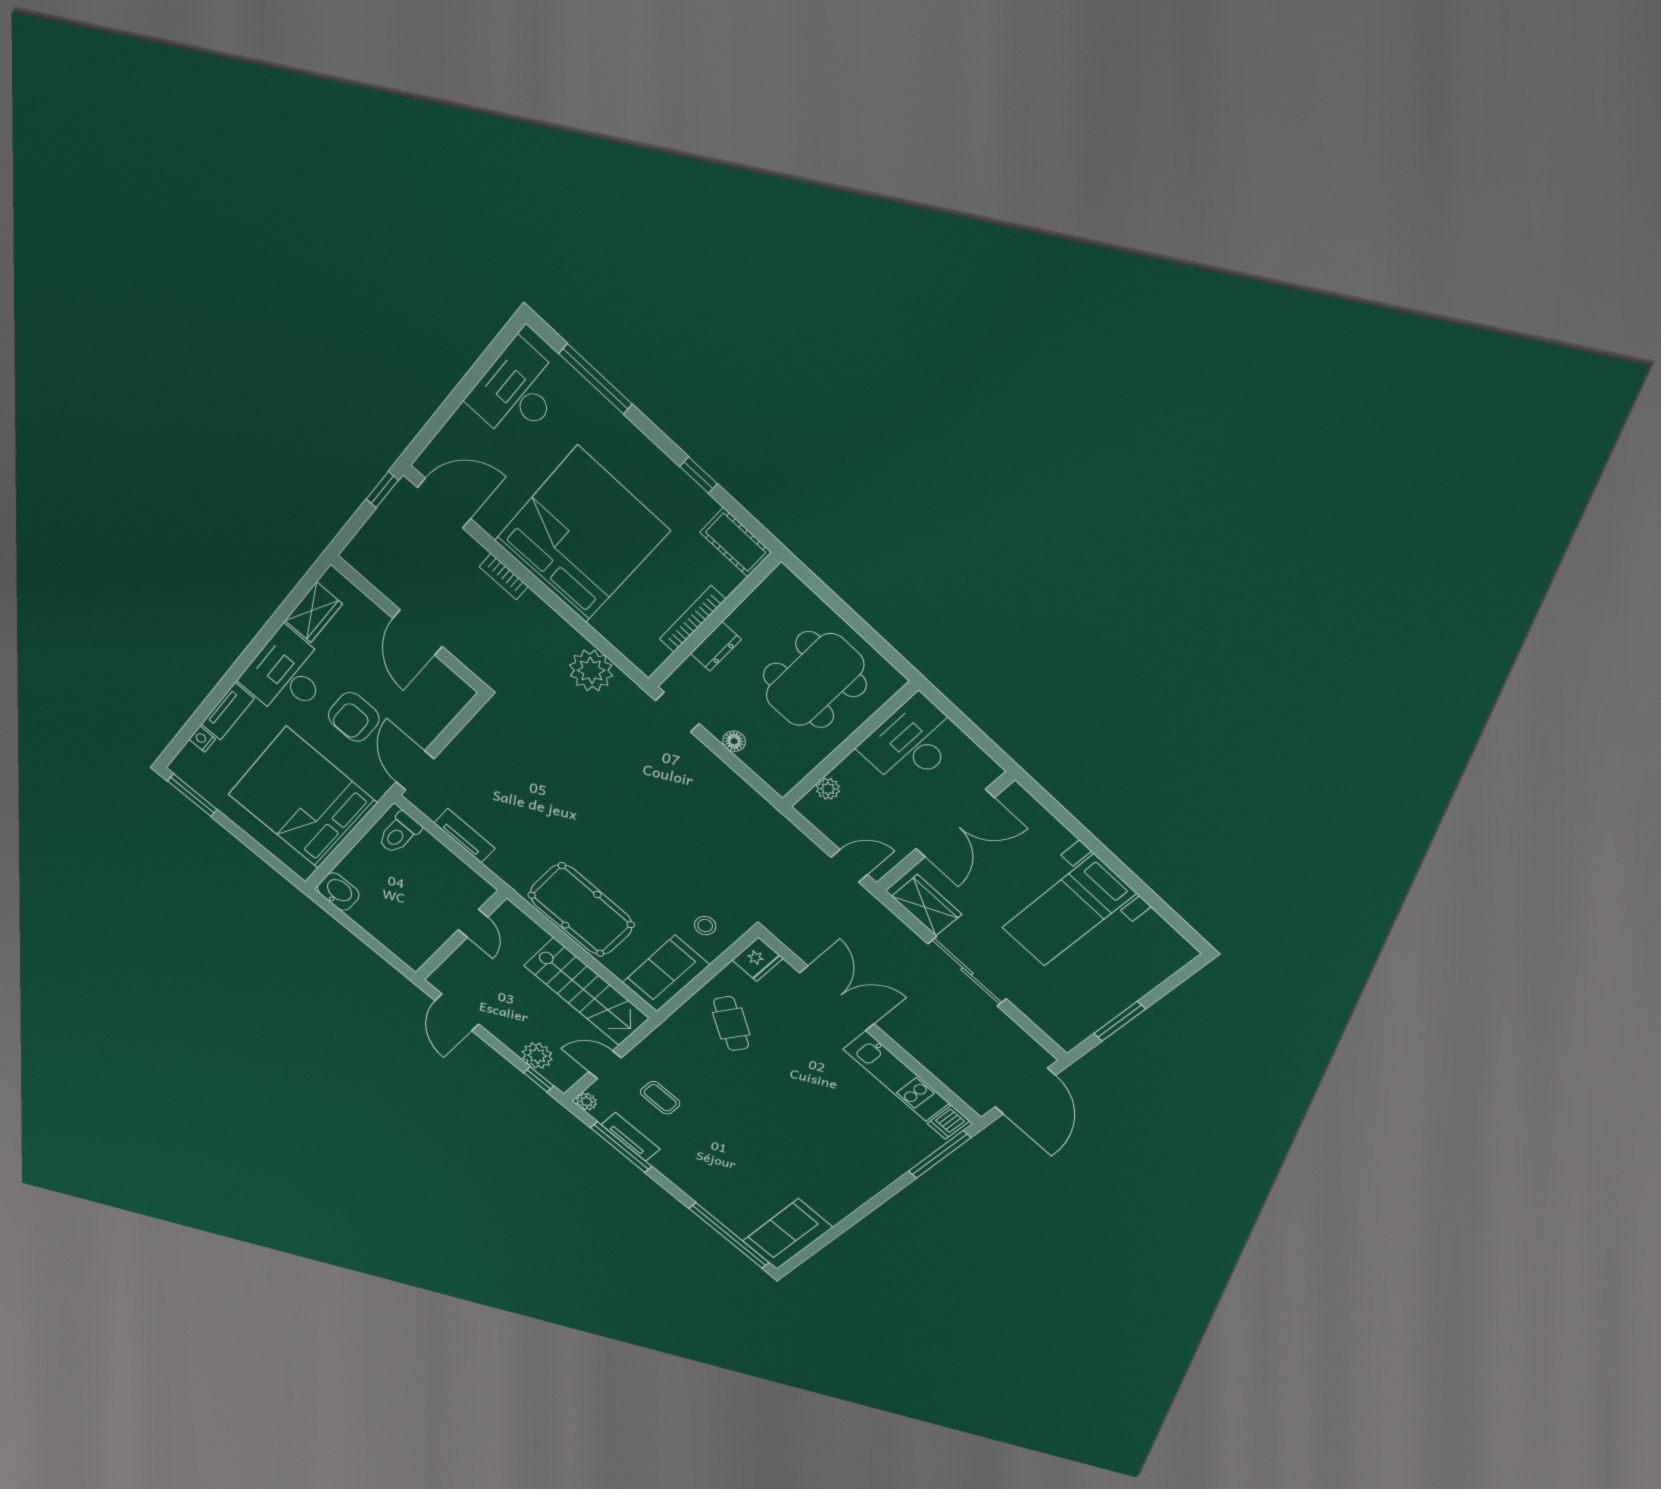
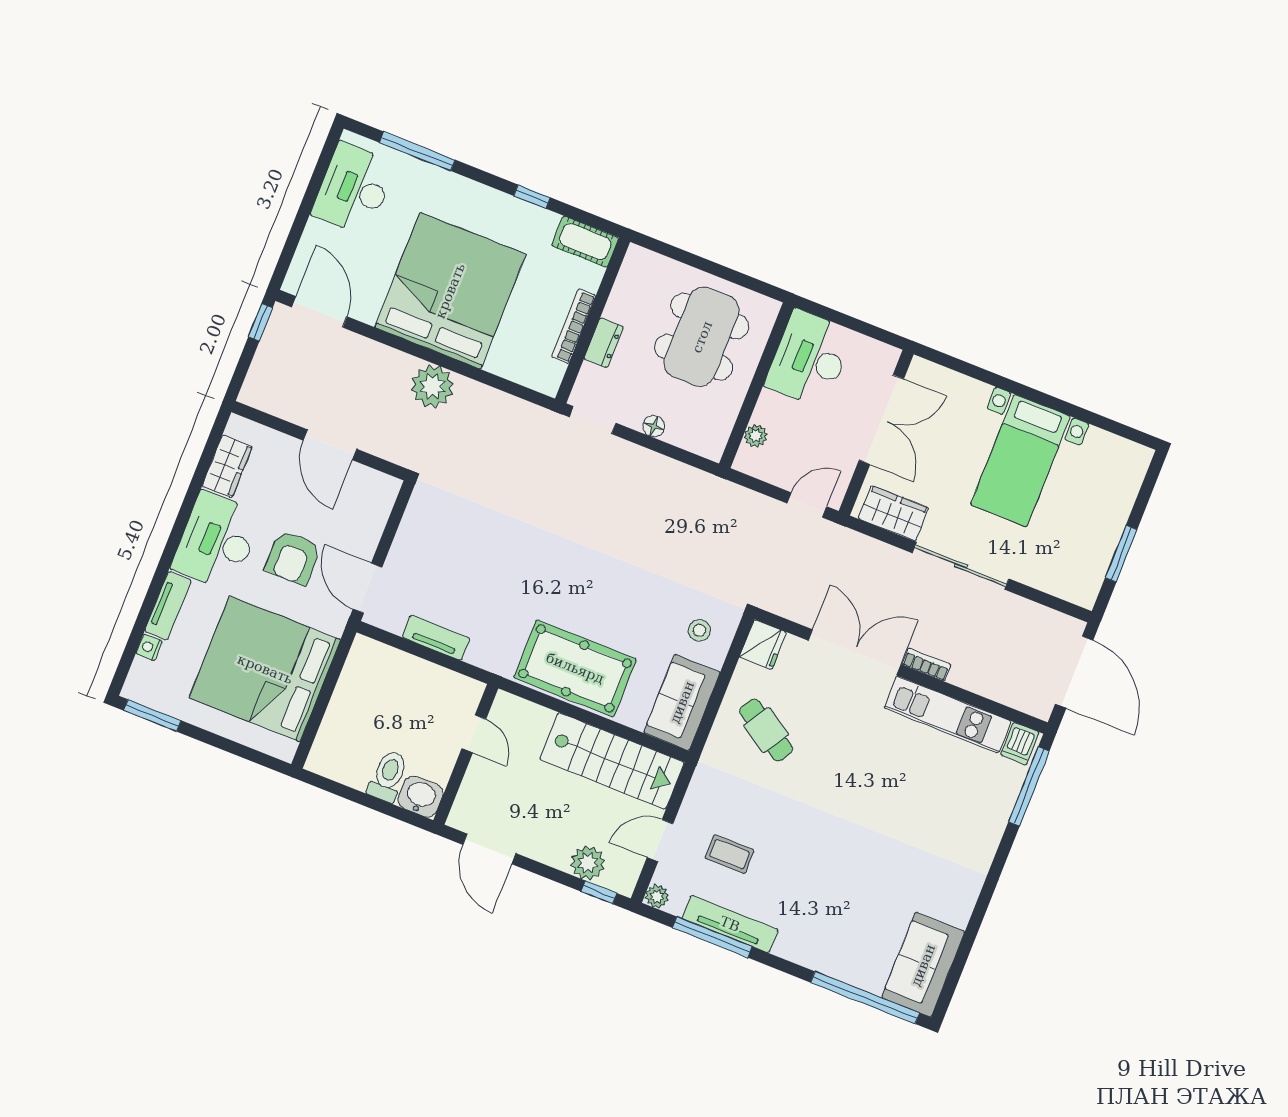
door: (444, 503) -> (319, 312), hinge flipped
bookcase: (504, 577) -> (926, 665), moved, turned 180
plant: (591, 670) -> (432, 386), moved
toilet: (399, 833) -> (388, 776), moved, turned 180
washbasin: (338, 892) -> (421, 797), moved
tv unit: (631, 1137) -> (730, 924), width x1.41

